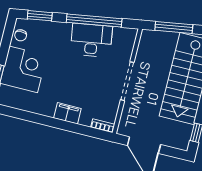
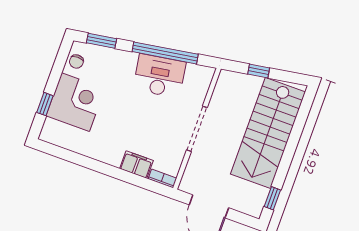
window: (174, 27) -> (259, 71), width x0.46
filing cabinet: (67, 113) -> (136, 165), moved

